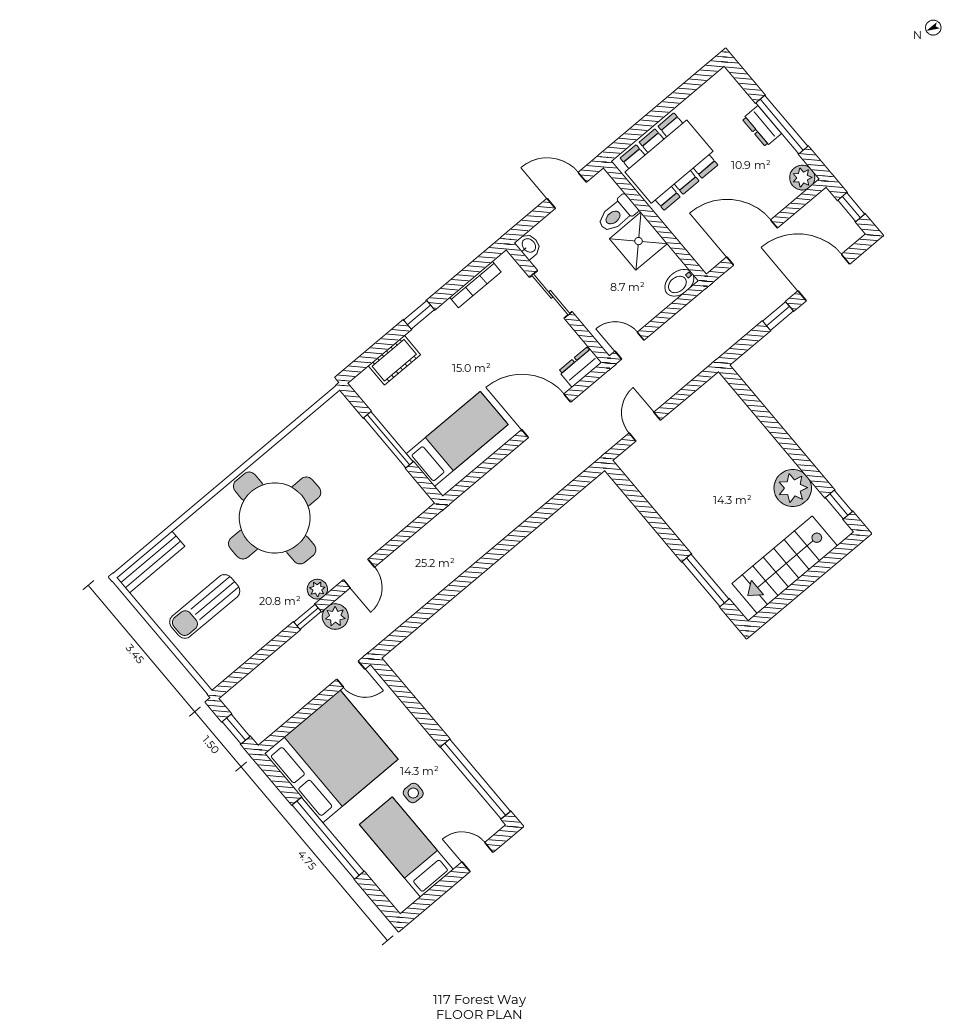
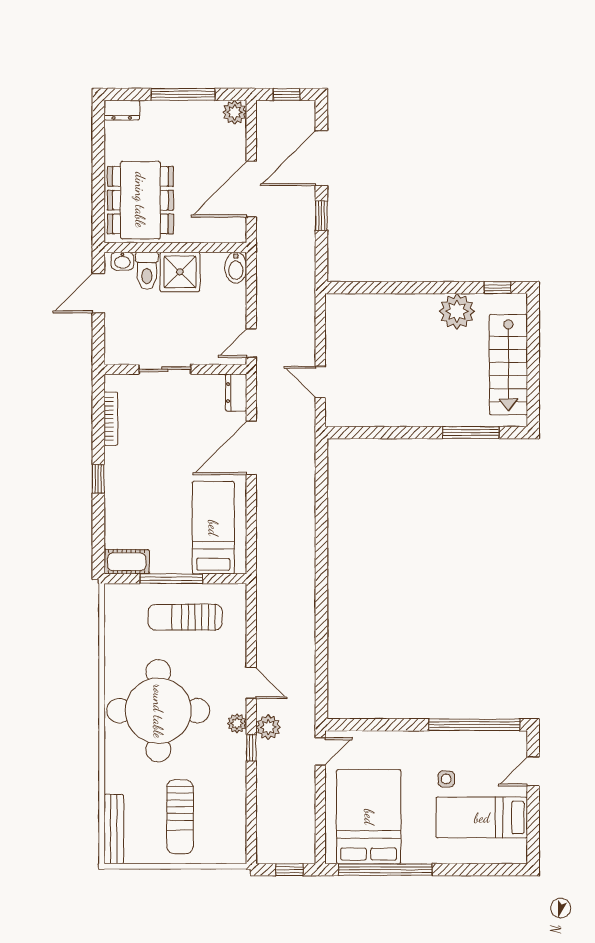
dresser: (762, 126) -> (122, 110), moved
washbasin: (528, 246) -> (122, 261), moved, turned 180
cot: (394, 360) -> (127, 562), moved, turned 90
sun lounger: (367, 477) -> (185, 617), added
bed: (331, 756) -> (369, 817), width x0.73
window: (328, 838) -> (385, 870), moved

